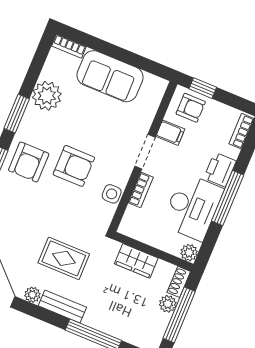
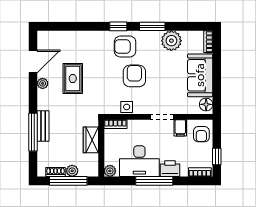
floor lamp: (153, 85) -> (206, 104), added
window: (203, 88) -> (217, 157), moved
armchair: (74, 166) -> (134, 76), turned 180
bookcase: (141, 190) -> (115, 124), moved
rug: (64, 258) -> (73, 78), moved
shoe rack: (179, 282) -> (55, 172), moved
bench: (62, 306) -> (43, 126), moved

